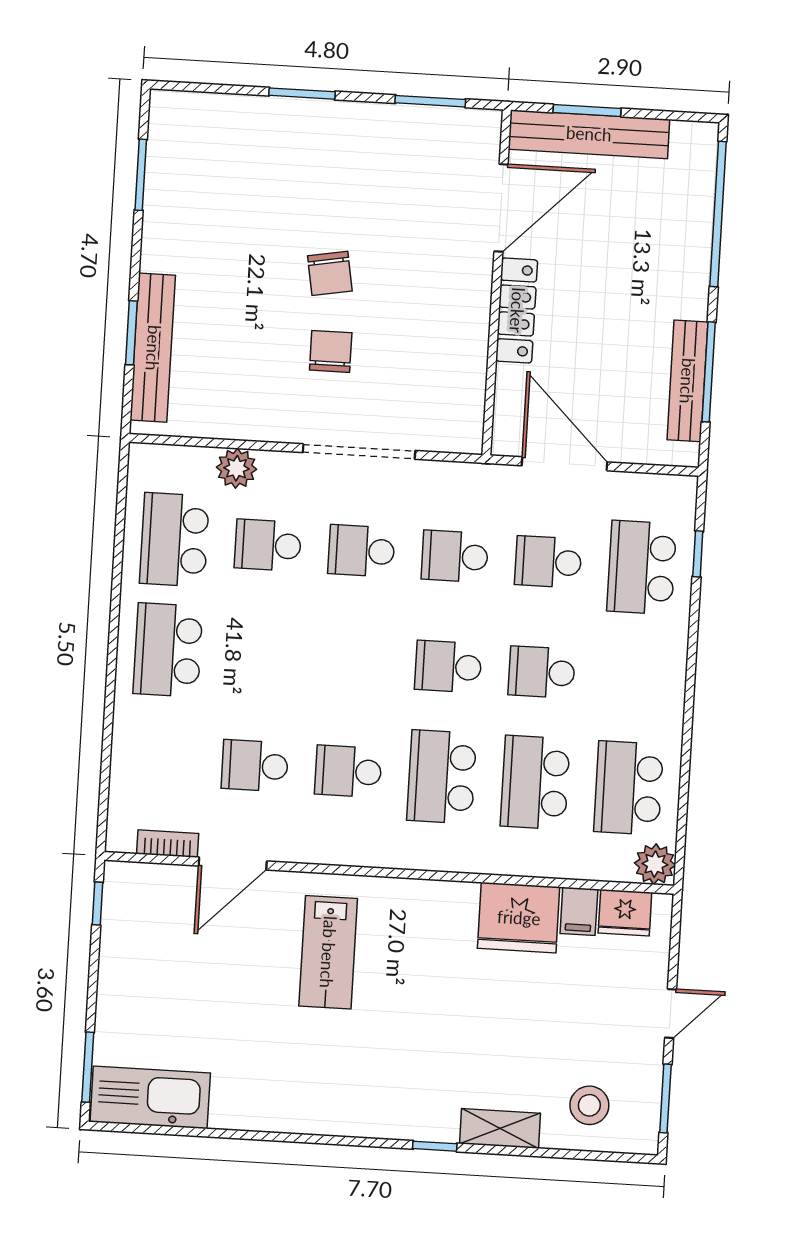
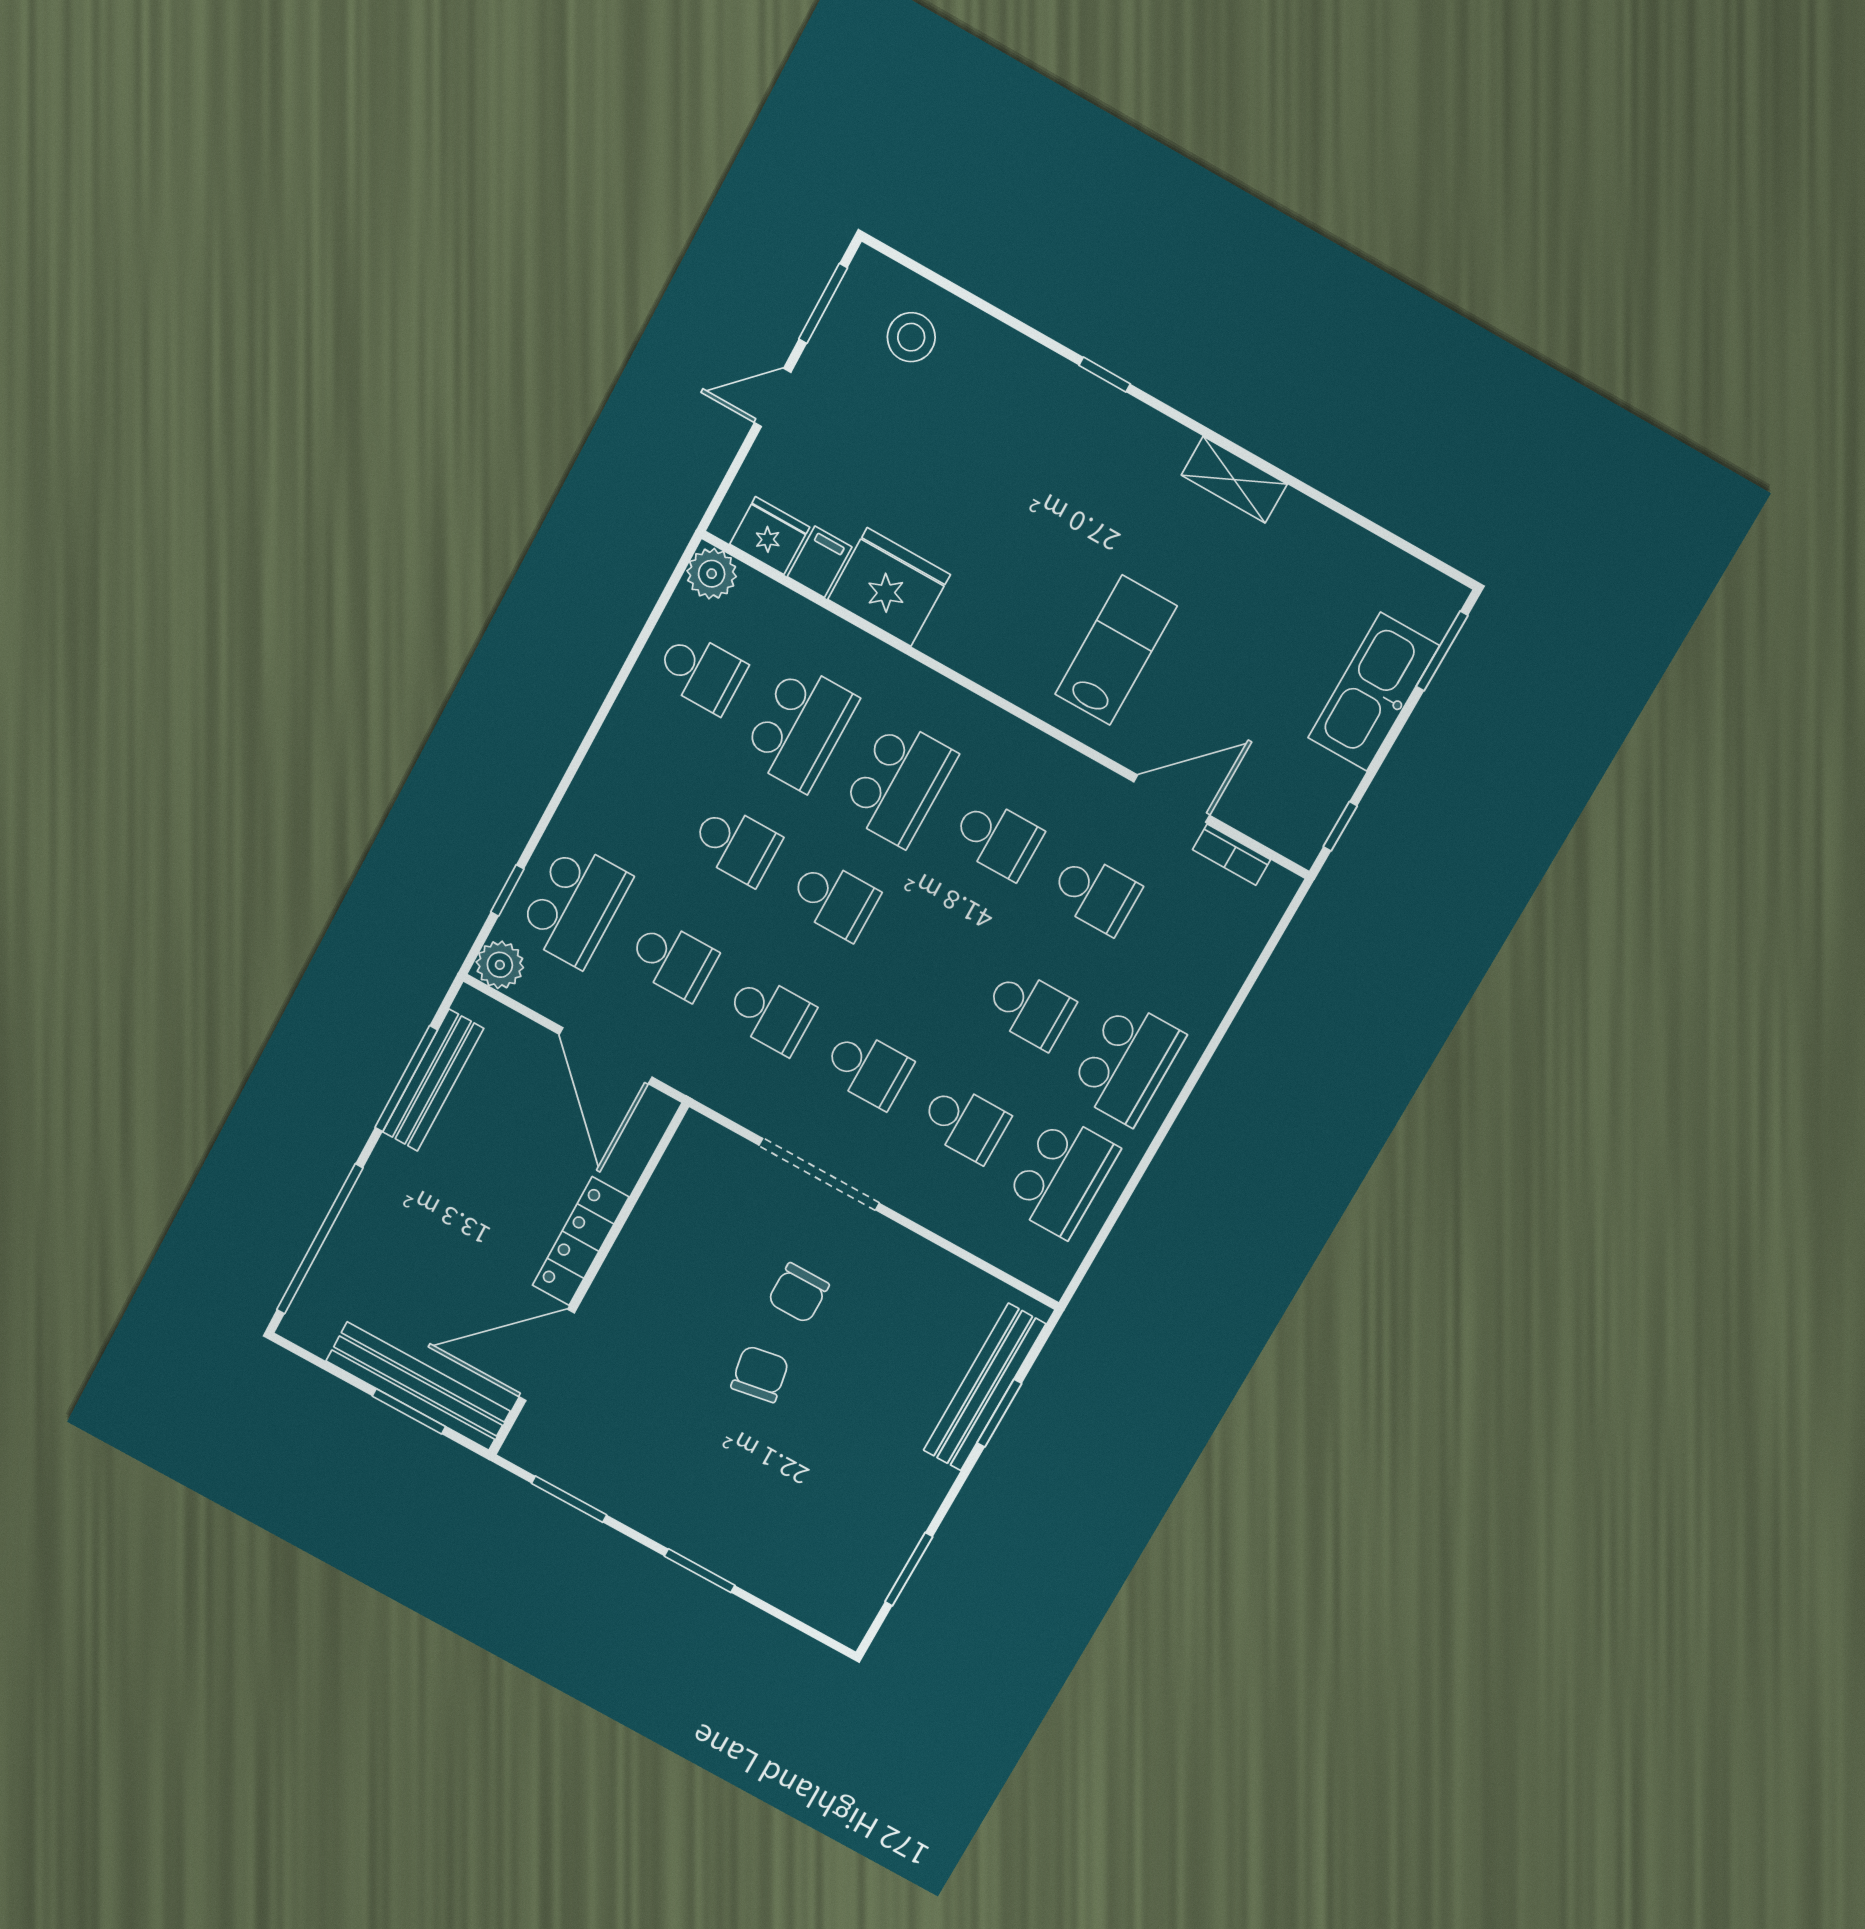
plant: (237, 468) -> (500, 965), moved
school desk: (261, 655) -> (1030, 1009), added
school desk: (629, 788) -> (701, 672), width x0.54
kitchen sink: (150, 1097) -> (1374, 692), moved, turned 90
shelving: (500, 1128) -> (1234, 480), moved

